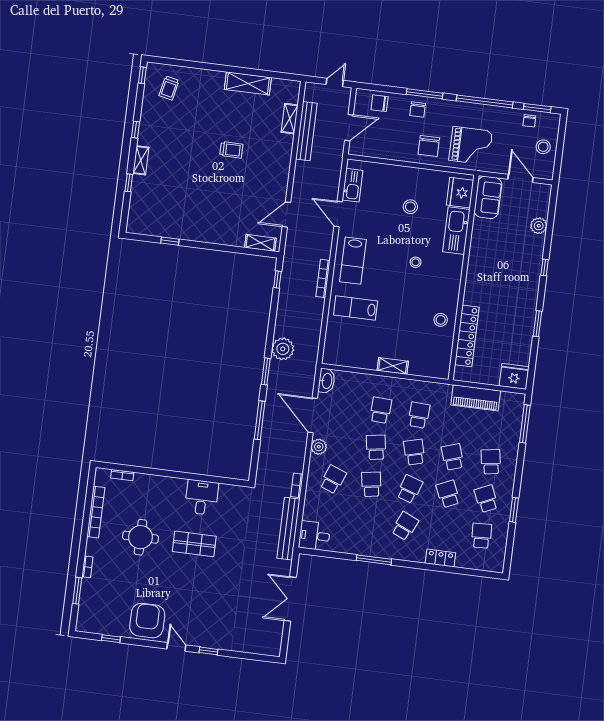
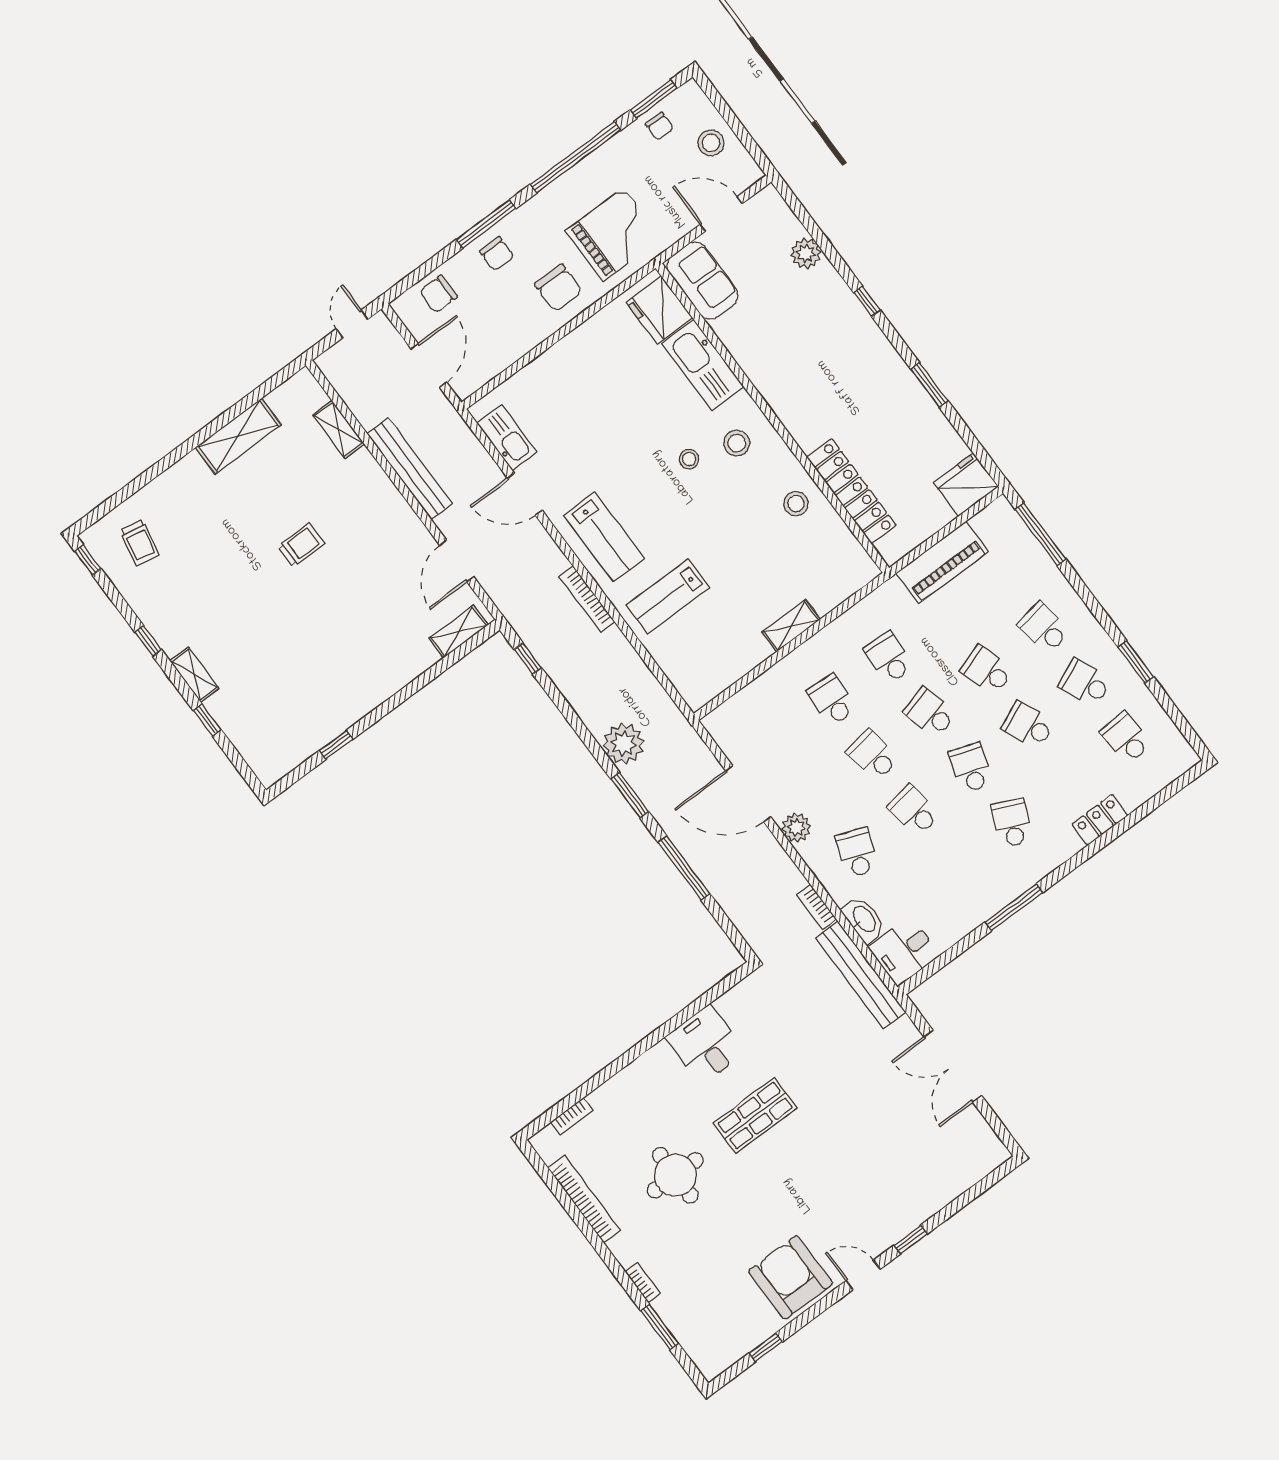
bench: (306, 131) -> (409, 469), moved
stool: (410, 207) -> (737, 443), moved
washbasin: (327, 381) -> (864, 919), moved

